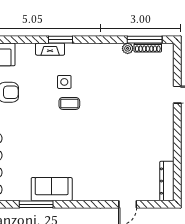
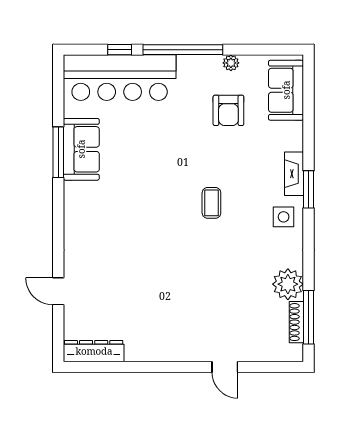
plant: (128, 48) -> (288, 284), width x1.87, depth x1.87
side table: (64, 82) -> (284, 217), moved
sofa: (52, 189) -> (81, 149), moved

